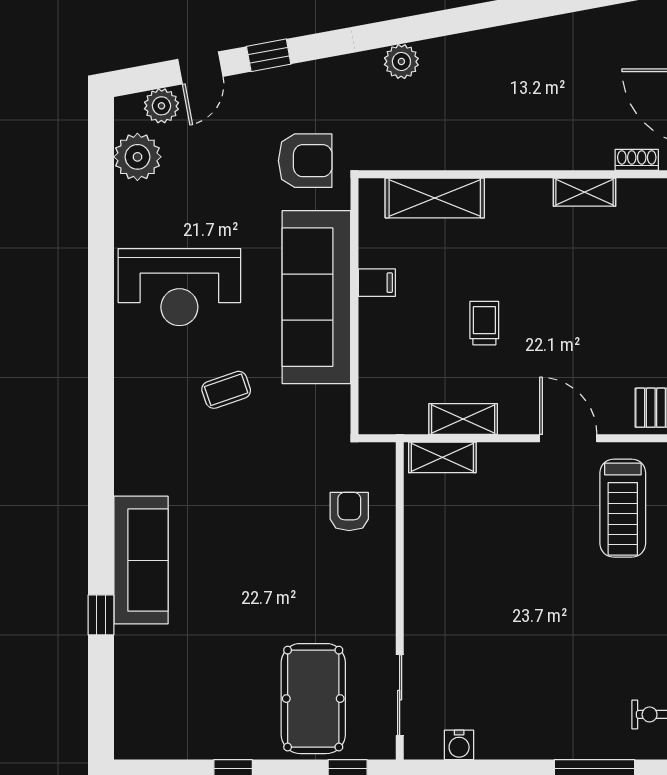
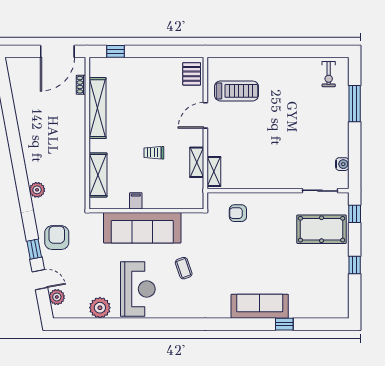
plant: (137, 157) -> (100, 308), moved
armchair: (305, 161) -> (57, 238), moved
shelving: (584, 192) -> (97, 108), width x2.20, depth x1.33

